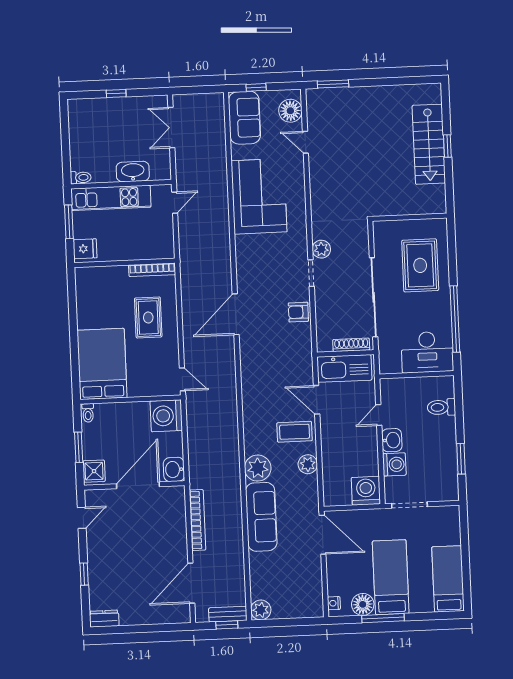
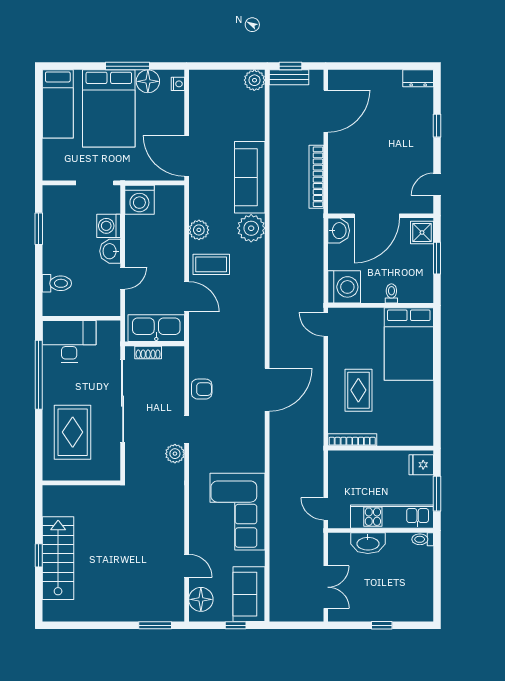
door: (175, 203) -> (326, 509), hinge flipped
shoe rack: (351, 345) -> (148, 353), width x0.70
toilet: (88, 413) -> (391, 293), moved
bed: (391, 577) -> (109, 108), width x1.50

